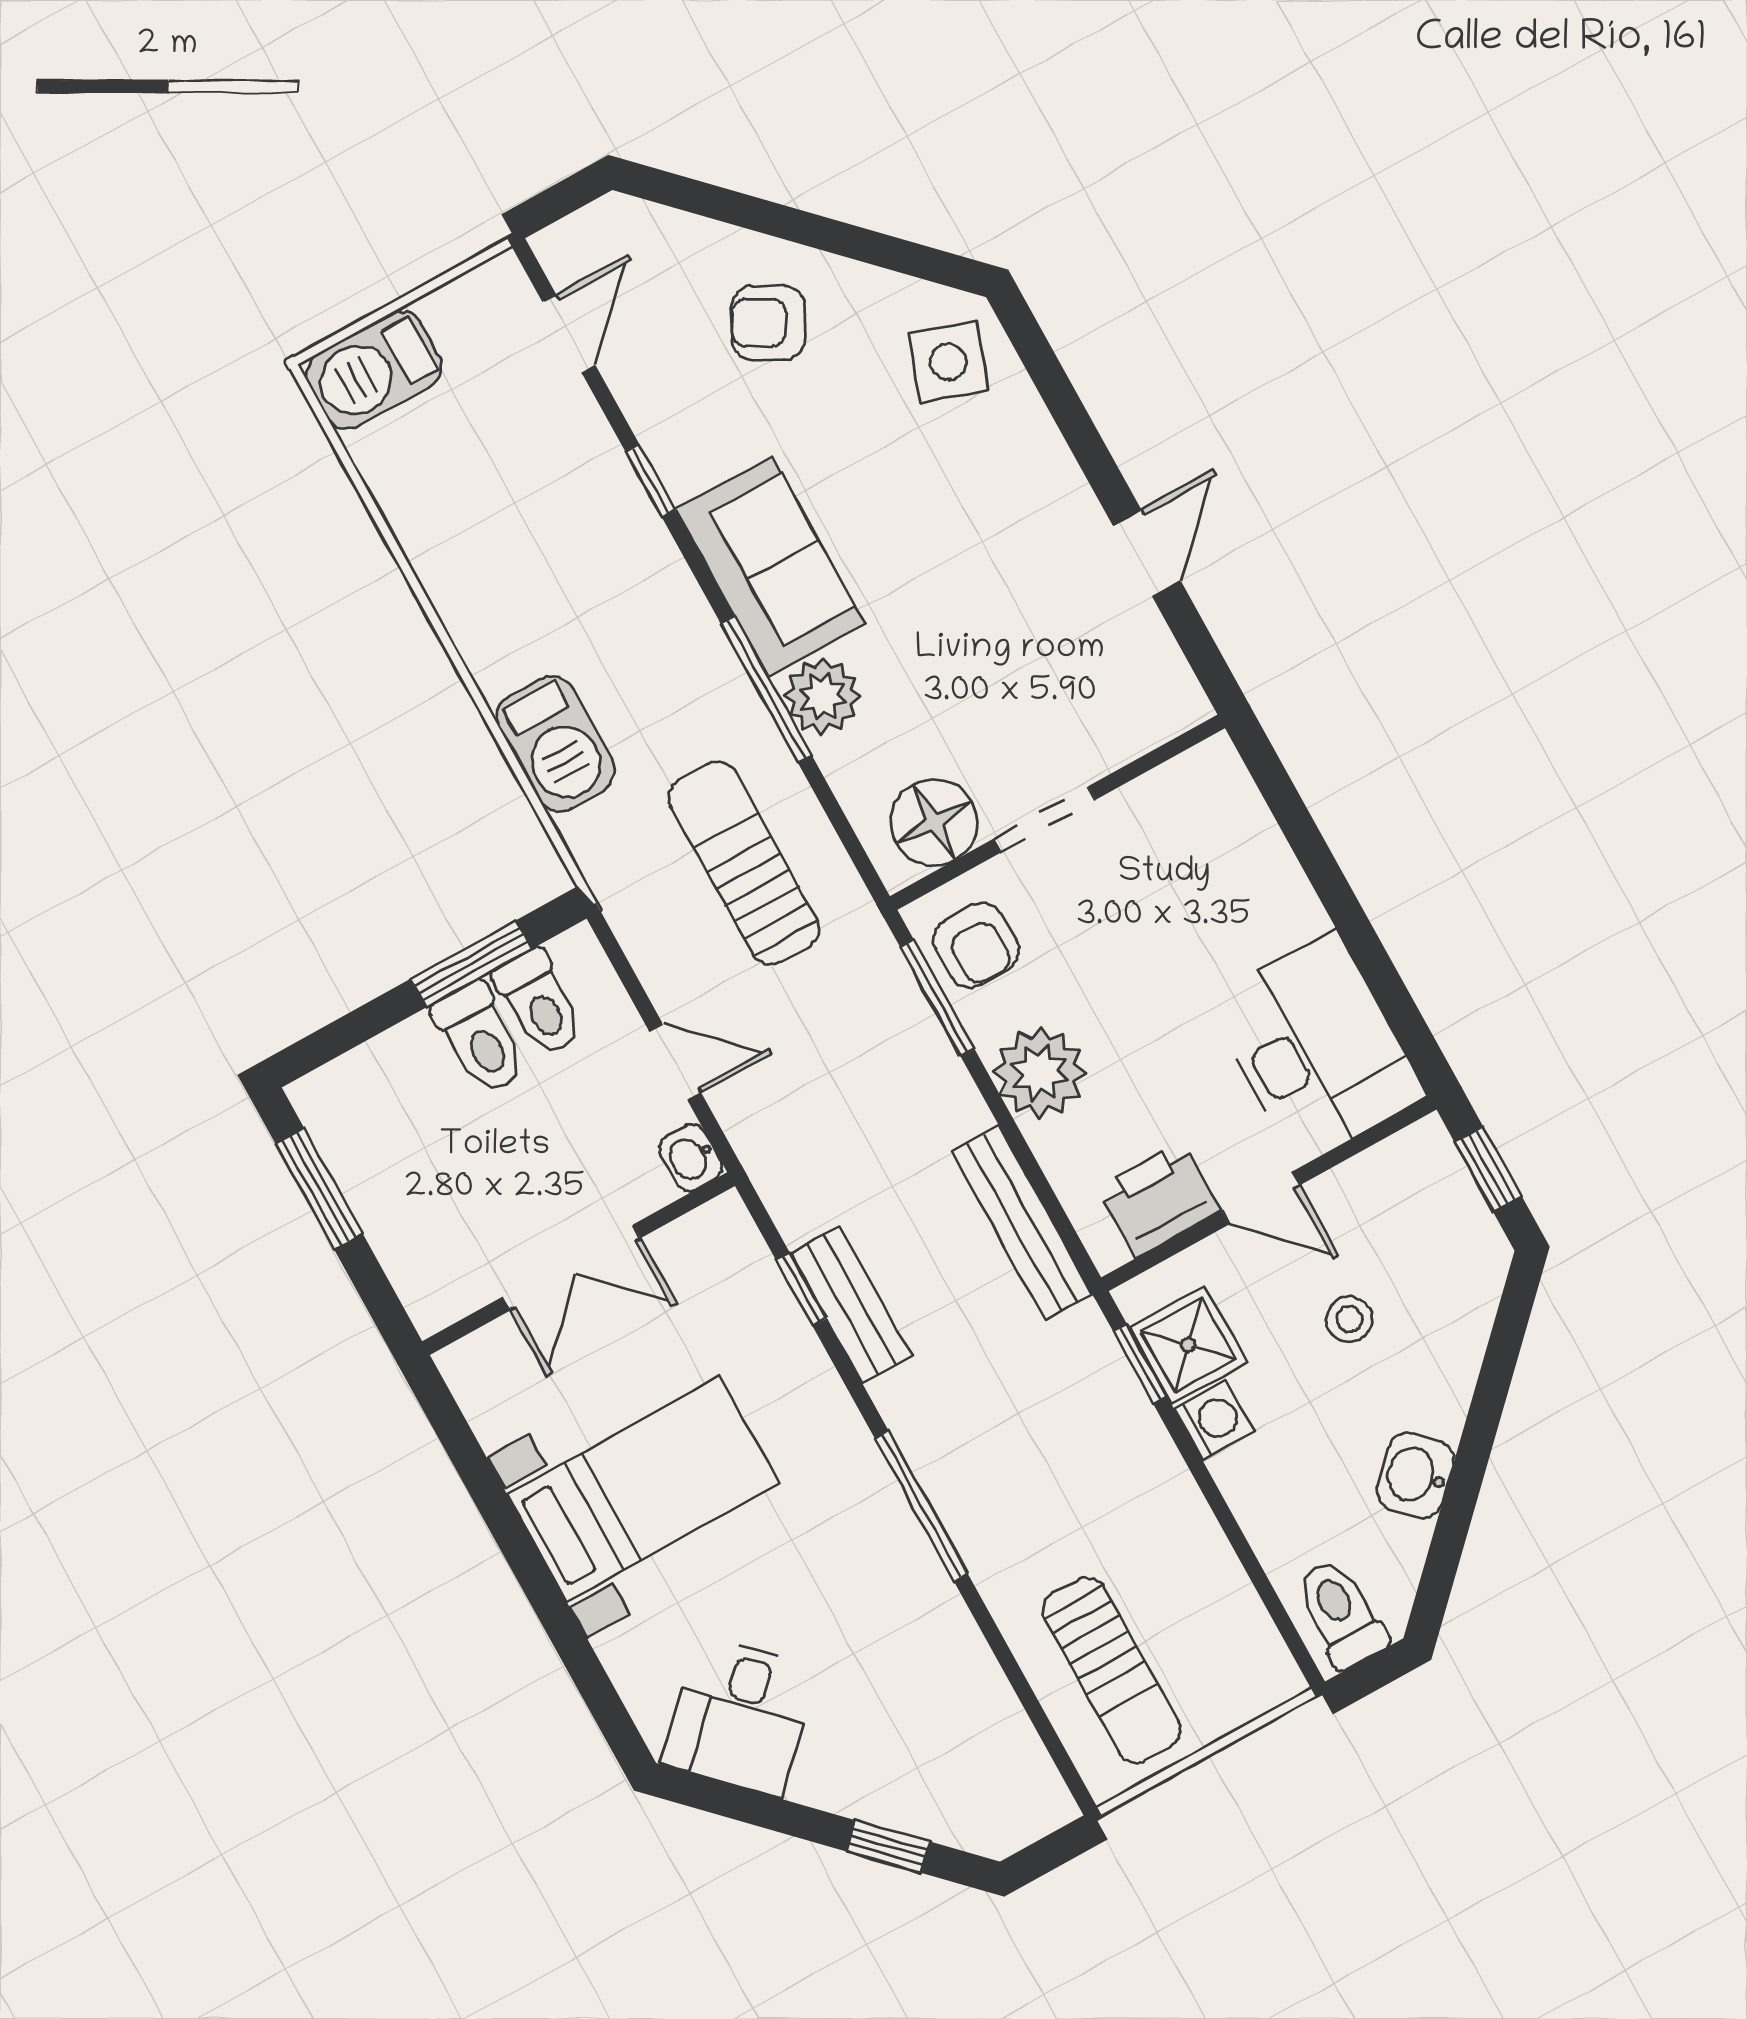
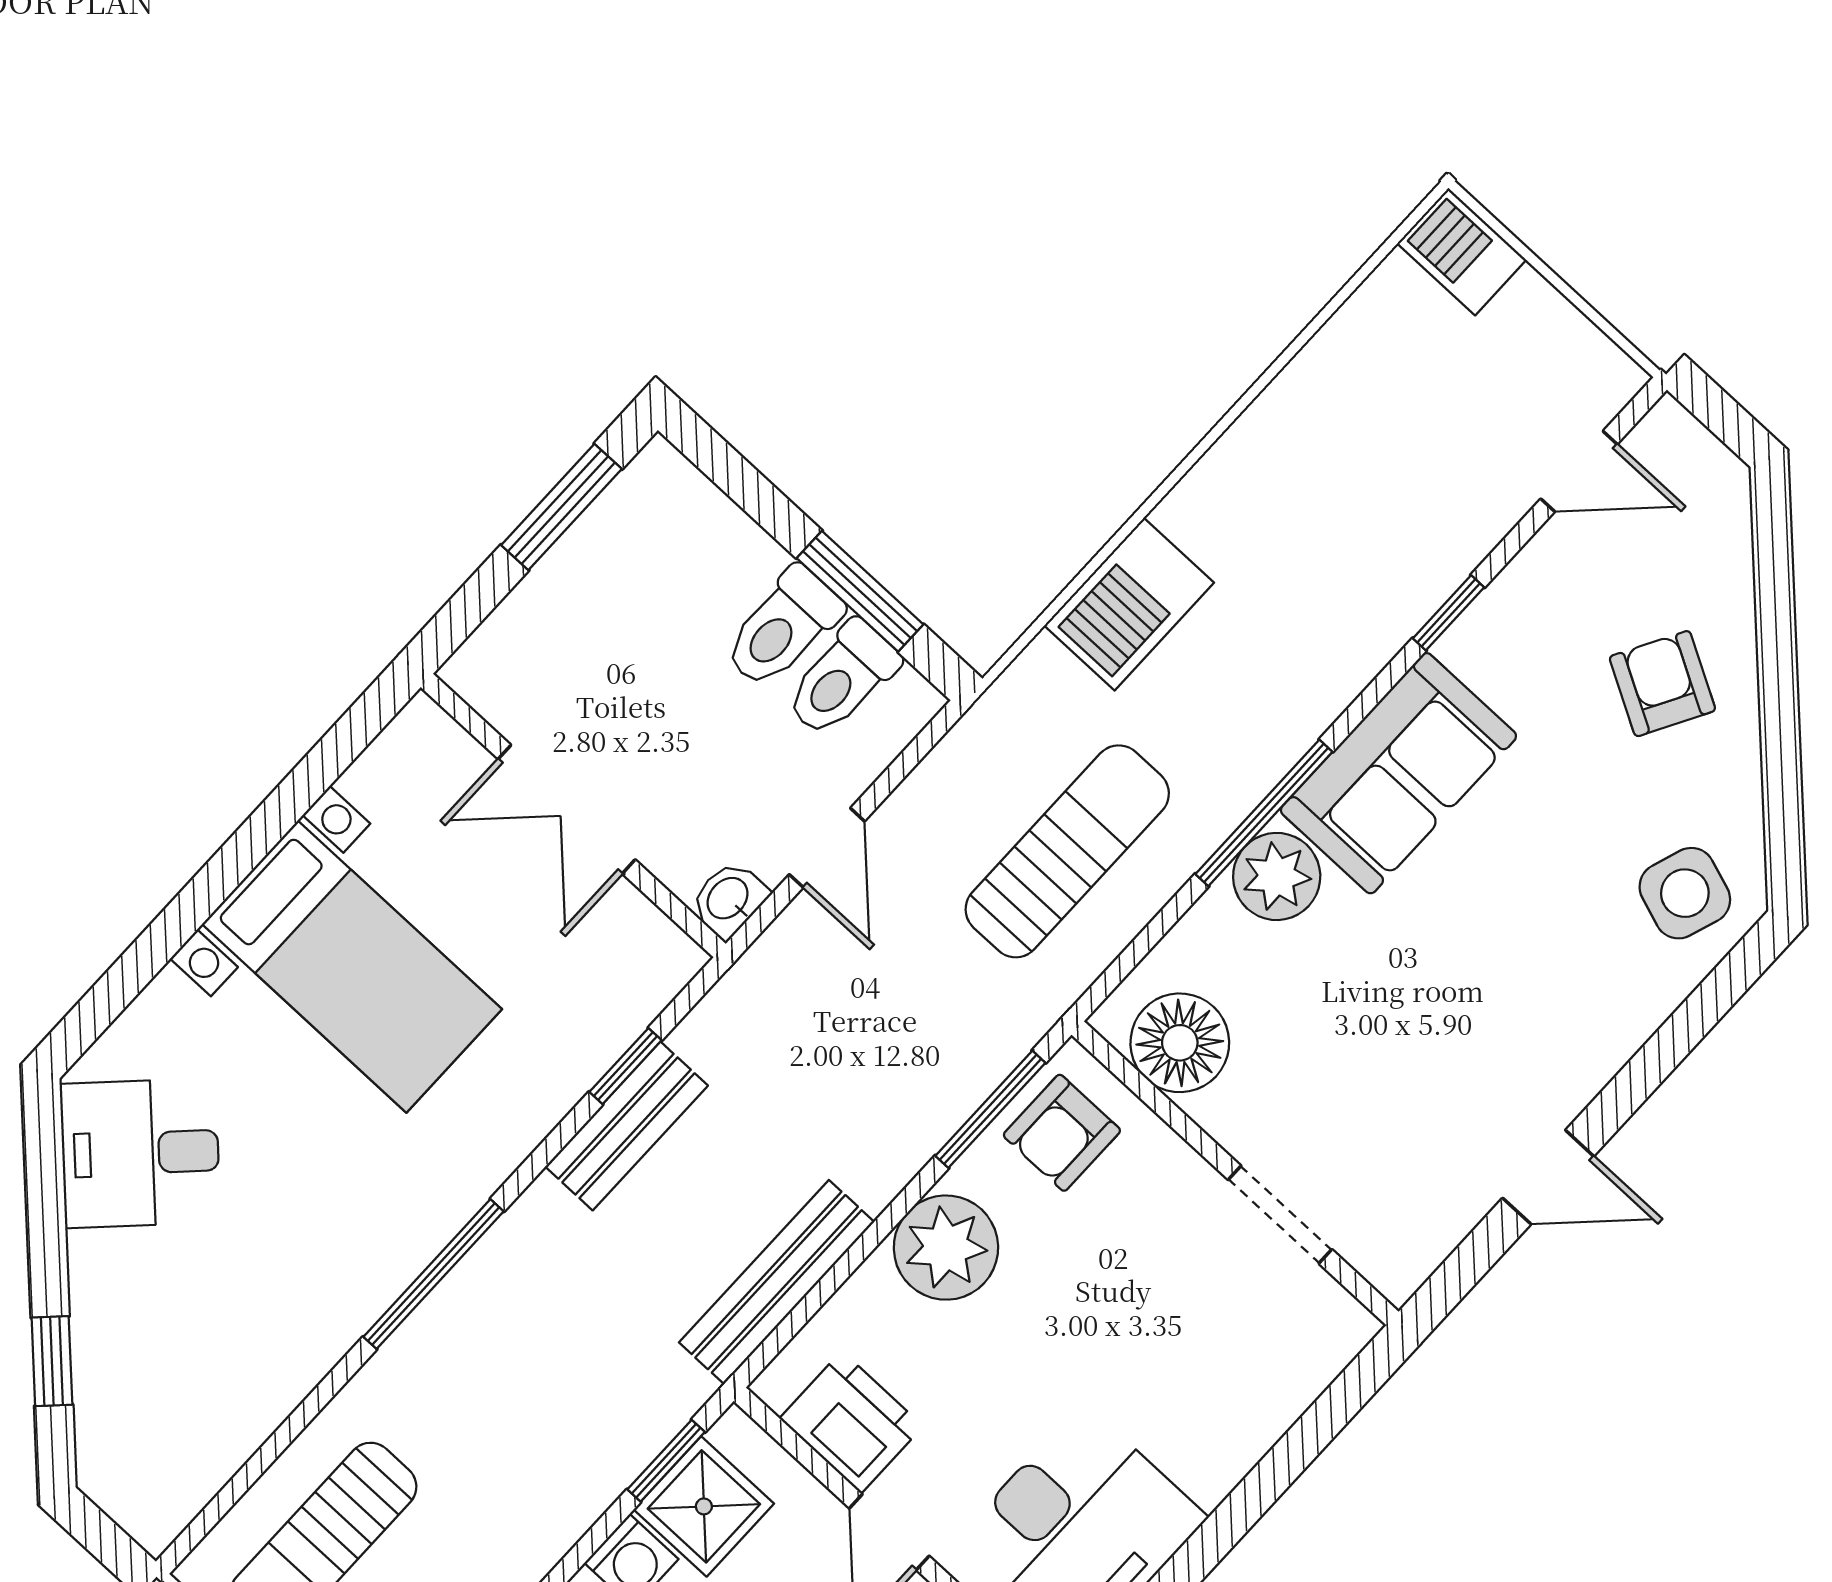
barbecue: (374, 370) -> (1462, 252), width x0.73, depth x0.79
doorway: (1045, 819) -> (1280, 1215), moved

